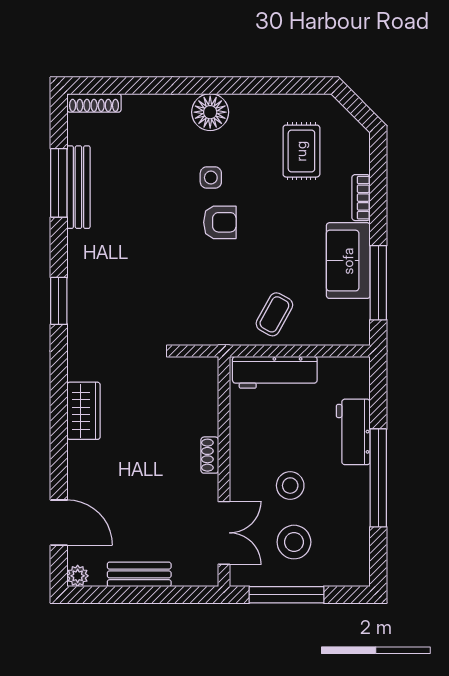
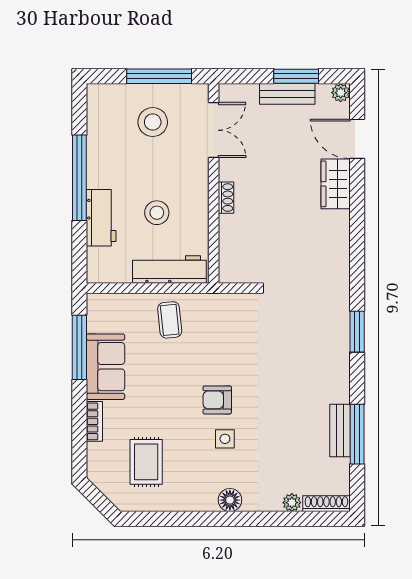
plant: (134, 104) -> (292, 503), added
floor lamp: (210, 112) -> (230, 500), width x0.73, depth x0.73
bench: (78, 187) -> (340, 430), width x0.73
coffee table: (274, 314) -> (170, 320), turned -35
wardrobe: (84, 411) -> (336, 184), moved
stool: (290, 486) -> (157, 213), moved
double door: (224, 533) -> (214, 130), swing flipped
window: (129, 595) -> (296, 76), added

